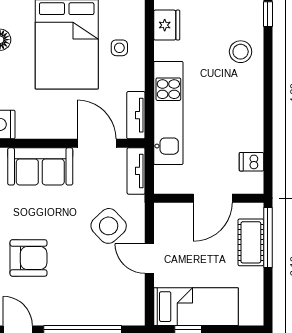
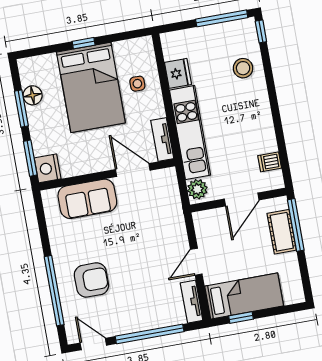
fridge: (167, 25) -> (178, 73), moved
tv unit: (136, 171) -> (192, 302), moved
plant: (165, 178) -> (197, 189), added
side table: (109, 226) -> (156, 240), removed
door: (149, 259) -> (196, 262), hinge flipped

